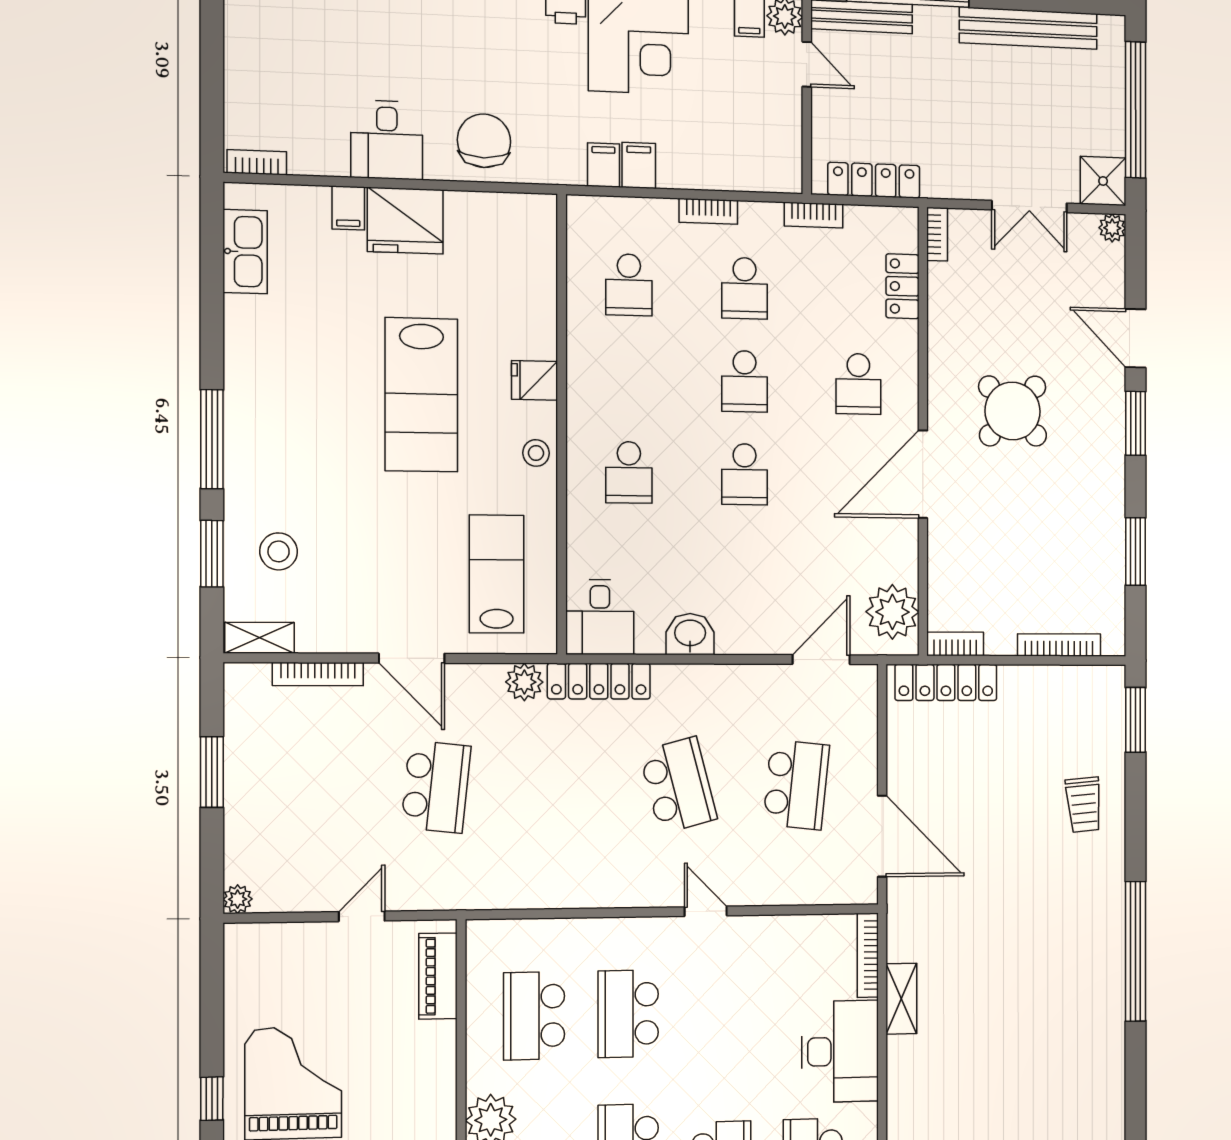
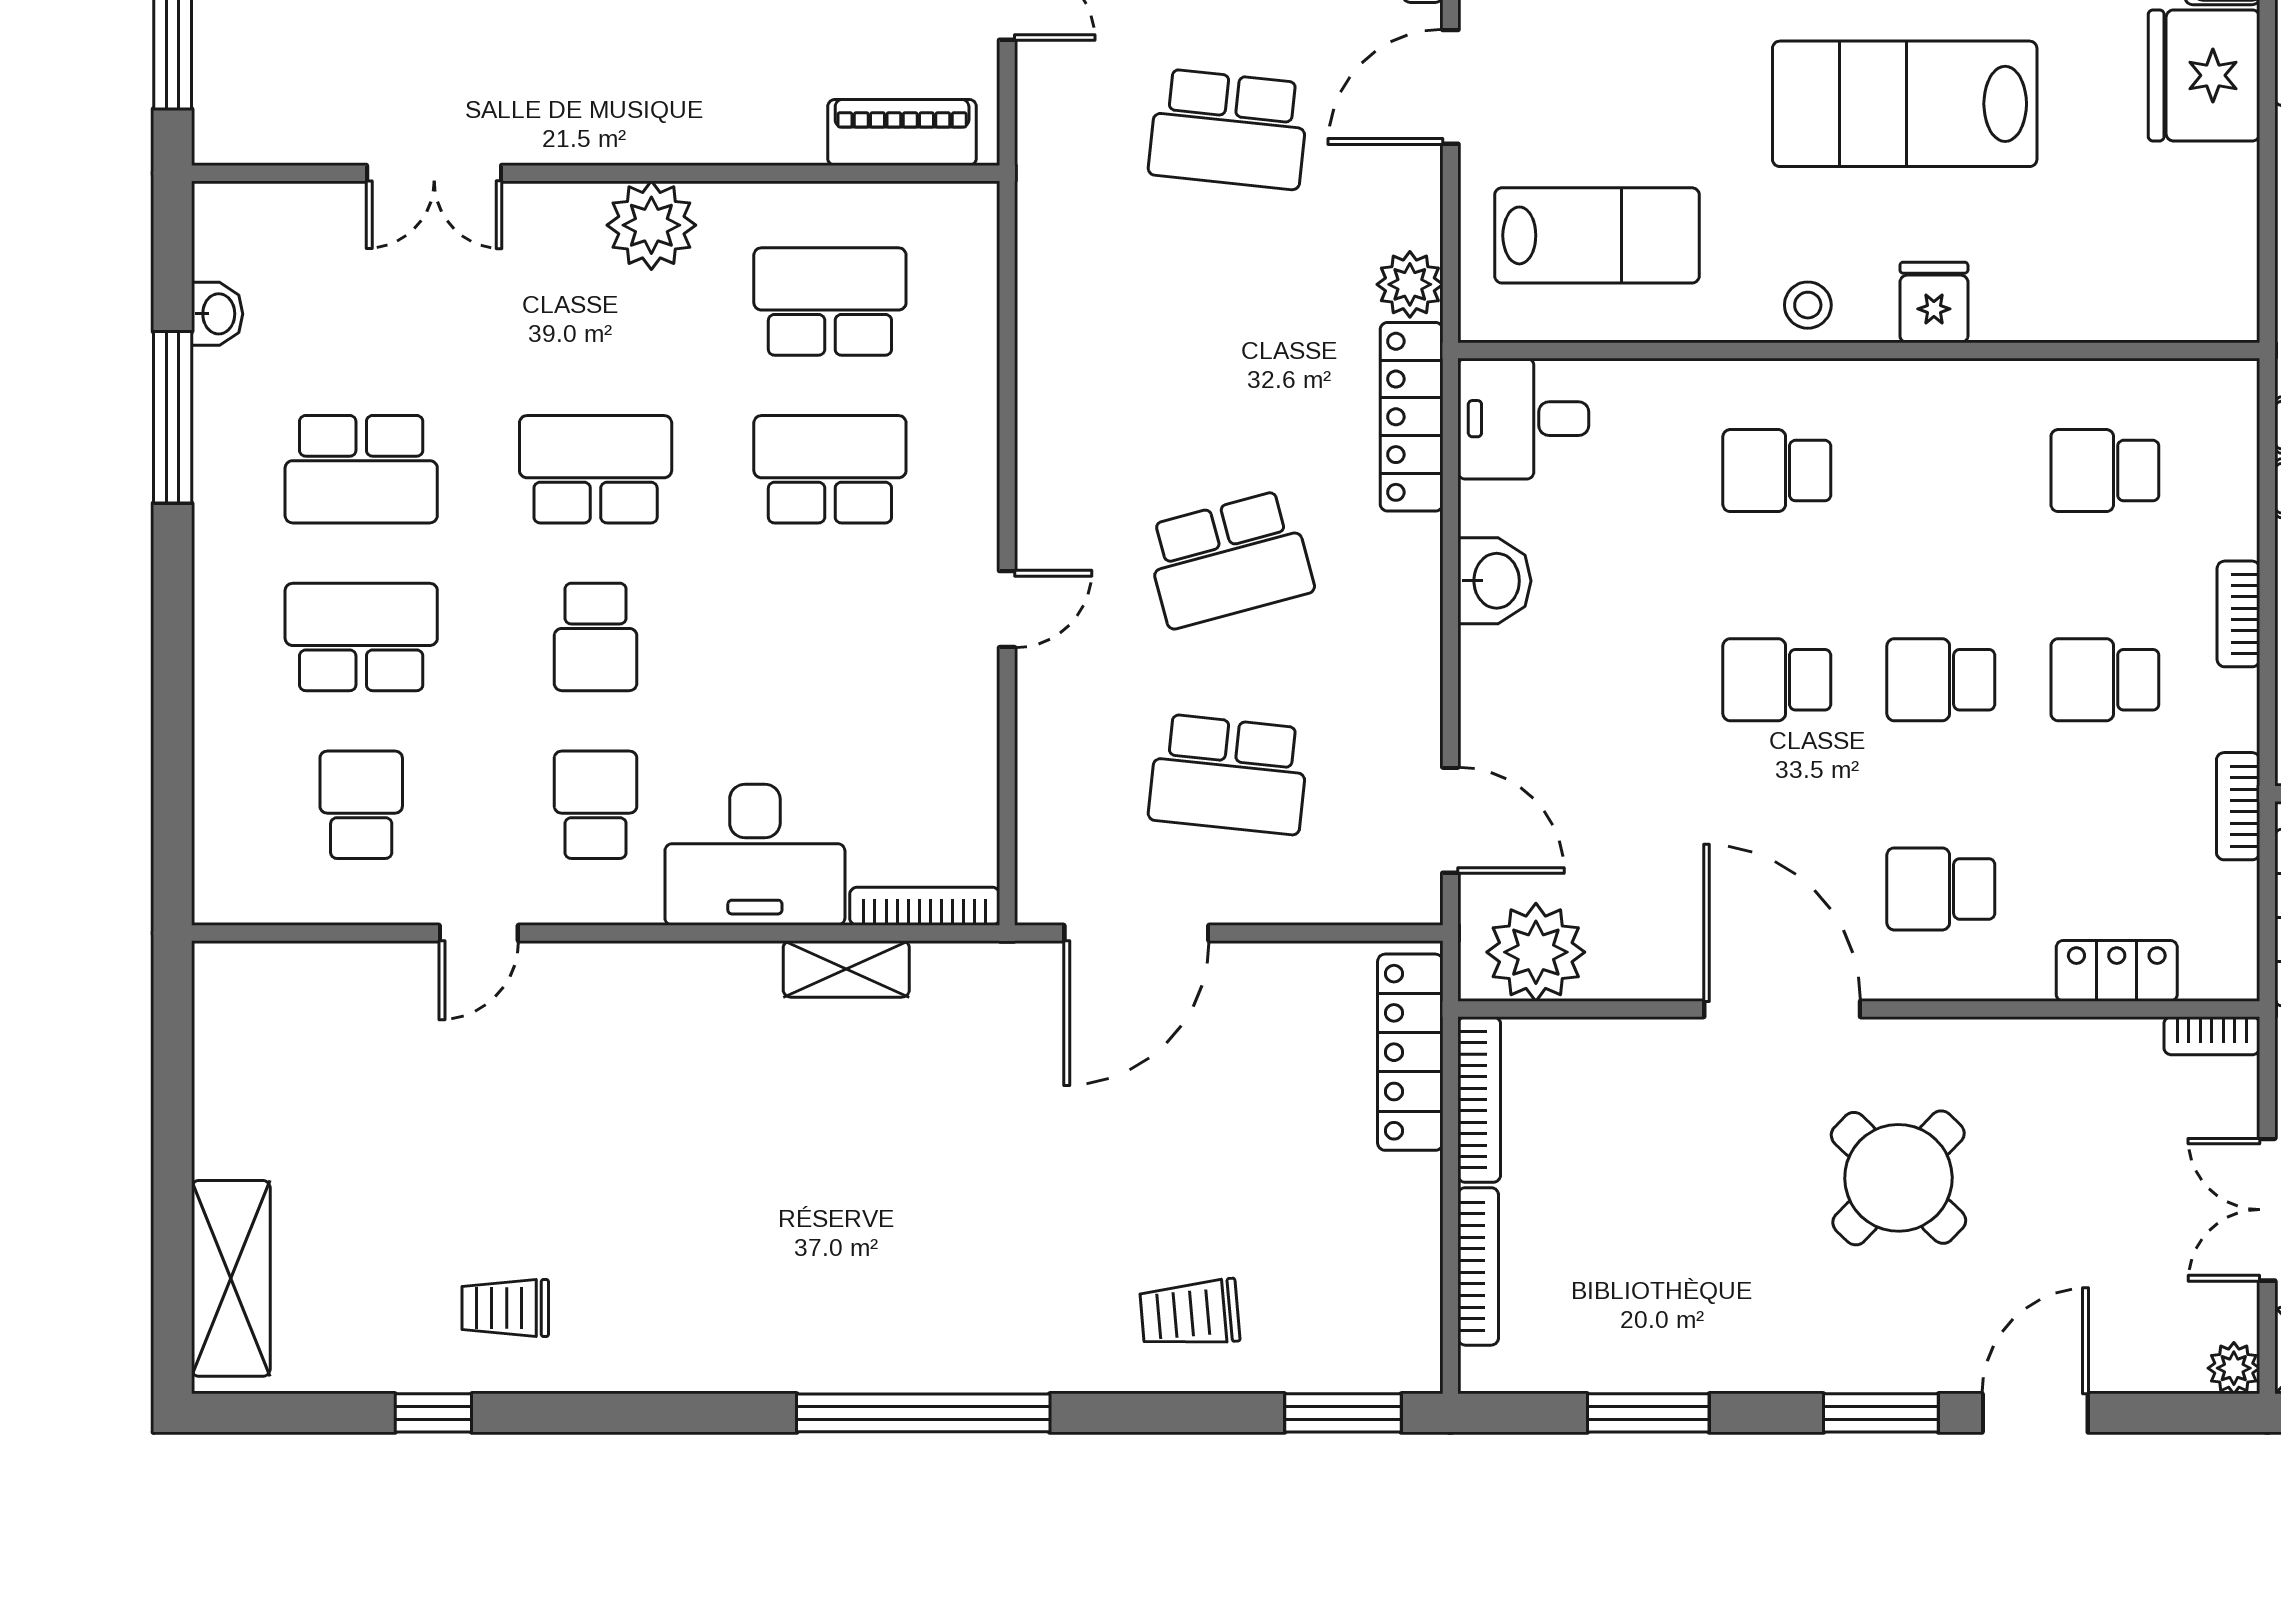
bookcase: (955, 644) -> (1479, 1100), width x1.56

